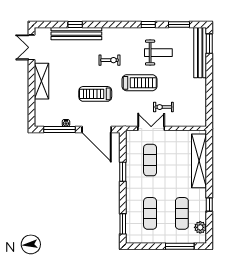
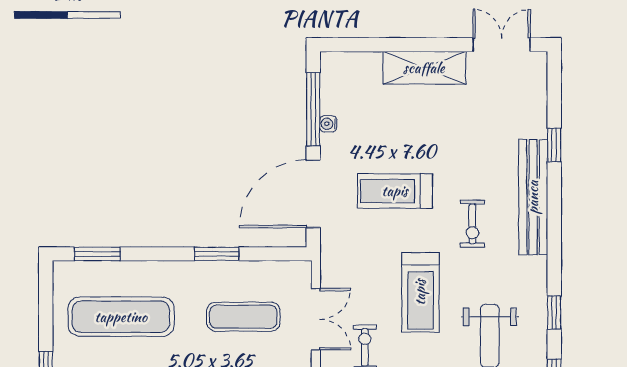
bench: (76, 34) -> (533, 197), moved
treadmill: (95, 94) -> (395, 191), turned -90
exercise mat: (150, 213) -> (121, 317), width x1.36, depth x1.45

